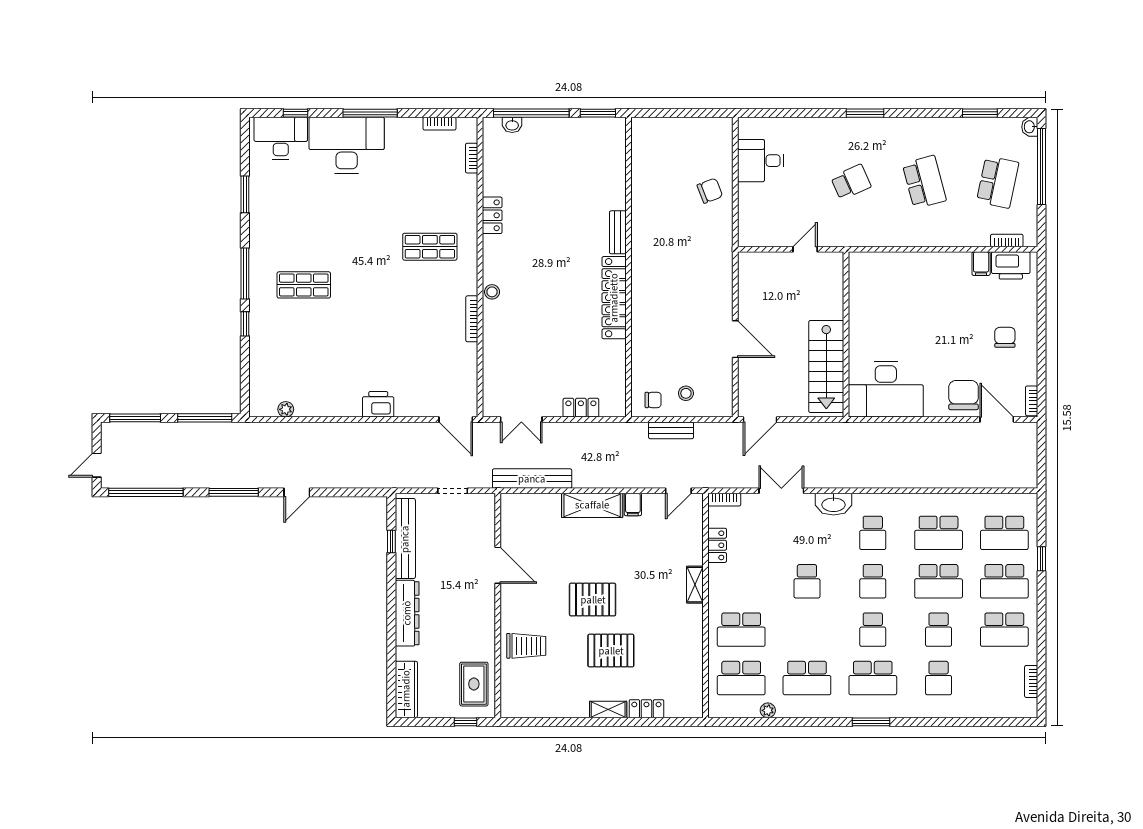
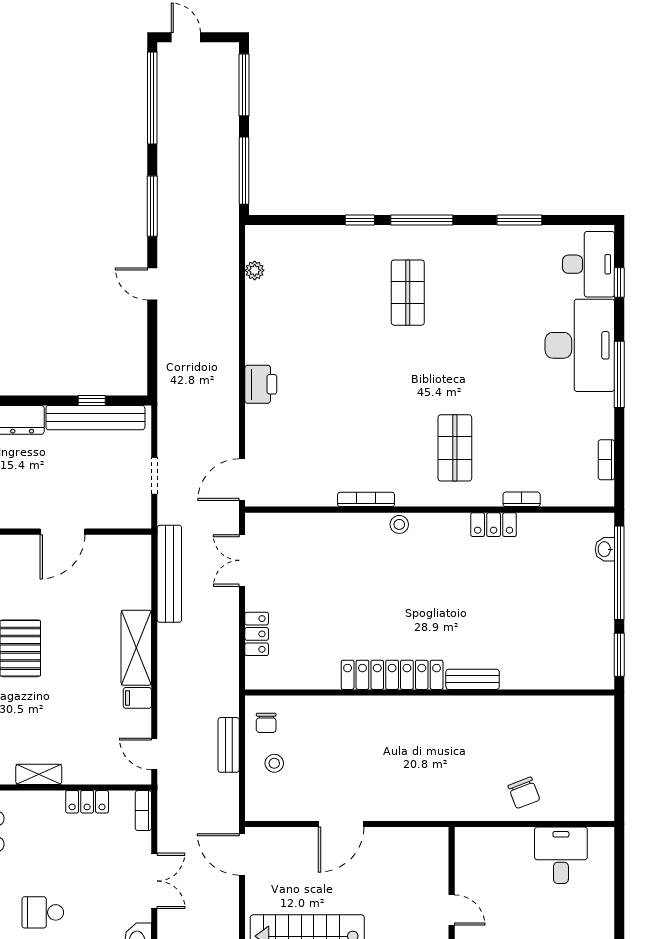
bookcase: (472, 158) -> (522, 499), moved

